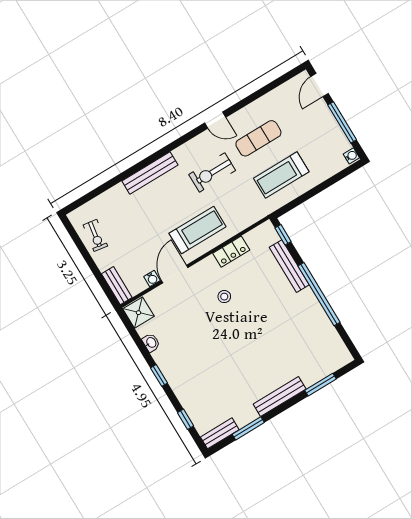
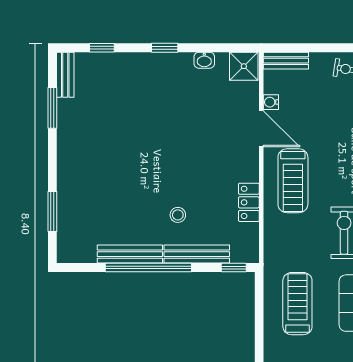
stool: (224, 297) -> (178, 215), moved
bench: (280, 397) -> (130, 254), moved, turned 90

